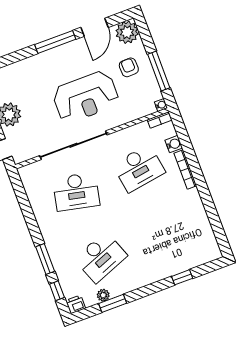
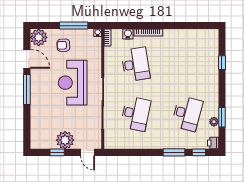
reception desk: (86, 97) -> (73, 83), turned 180
desk: (101, 257) -> (187, 114), turned 36

